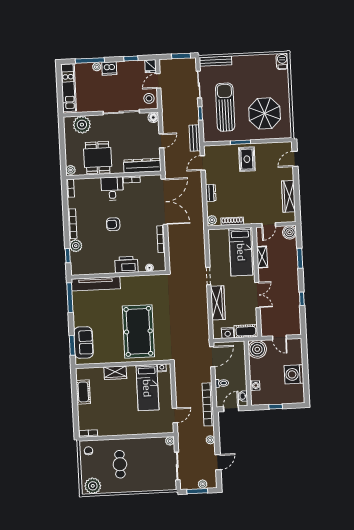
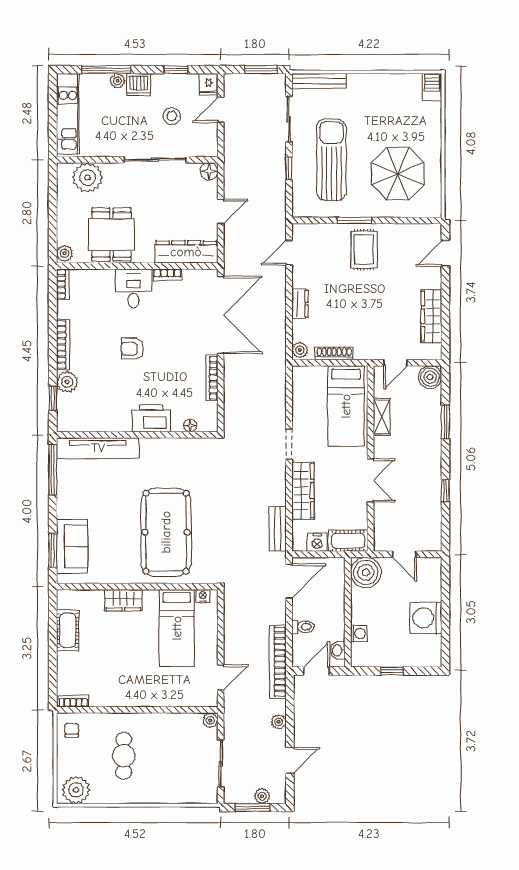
stool: (149, 98) -> (172, 116), moved
bench: (195, 138) -> (278, 529), moved

